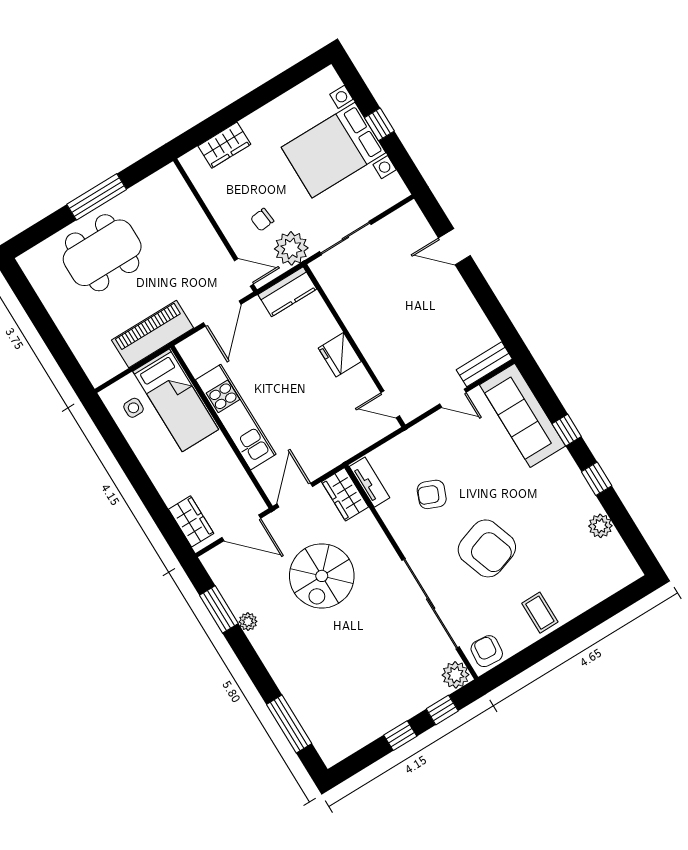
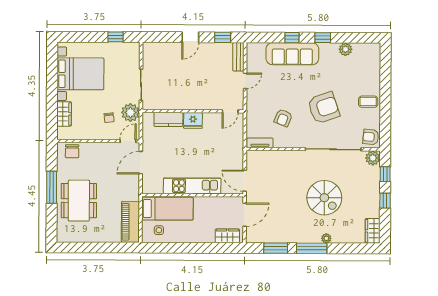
window: (379, 124) -> (115, 37), moved
bed with nightstands: (334, 150) -> (80, 74), moved, turned -90
chair: (173, 194) -> (72, 151), added
door: (454, 247) -> (190, 37), moved
kitchen counter: (287, 292) -> (168, 120), moved, turned 90
door: (222, 313) -> (141, 163), swing flipped
window: (500, 320) -> (223, 37), added
piano: (153, 334) -> (130, 222), moved
sofa: (523, 415) -> (292, 54), moved
wardrobe: (345, 494) -> (373, 231), moved, turned 90
spiral stairs: (322, 576) -> (324, 198), moved
plant: (248, 622) -> (326, 238), moved
window: (289, 724) -> (312, 248), moved

